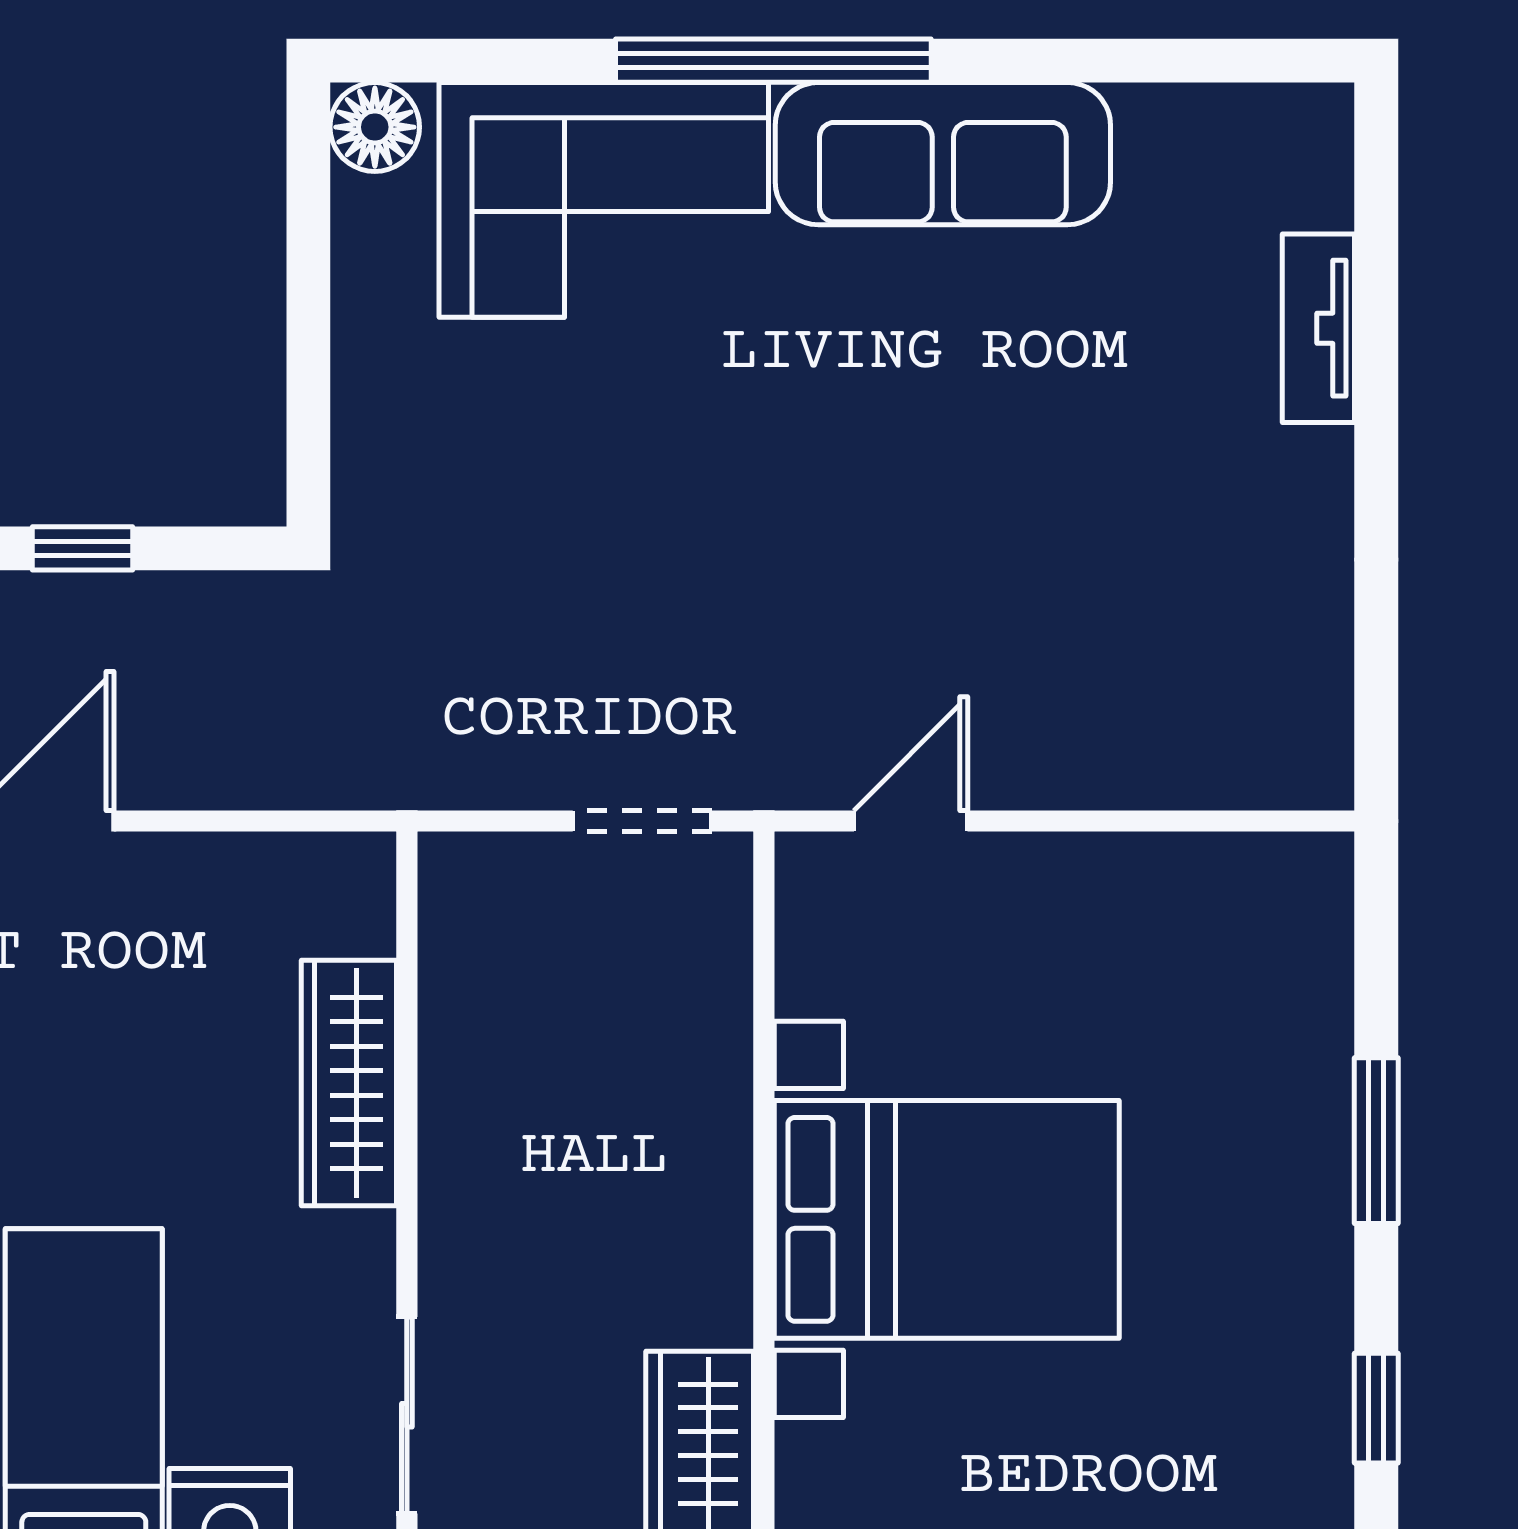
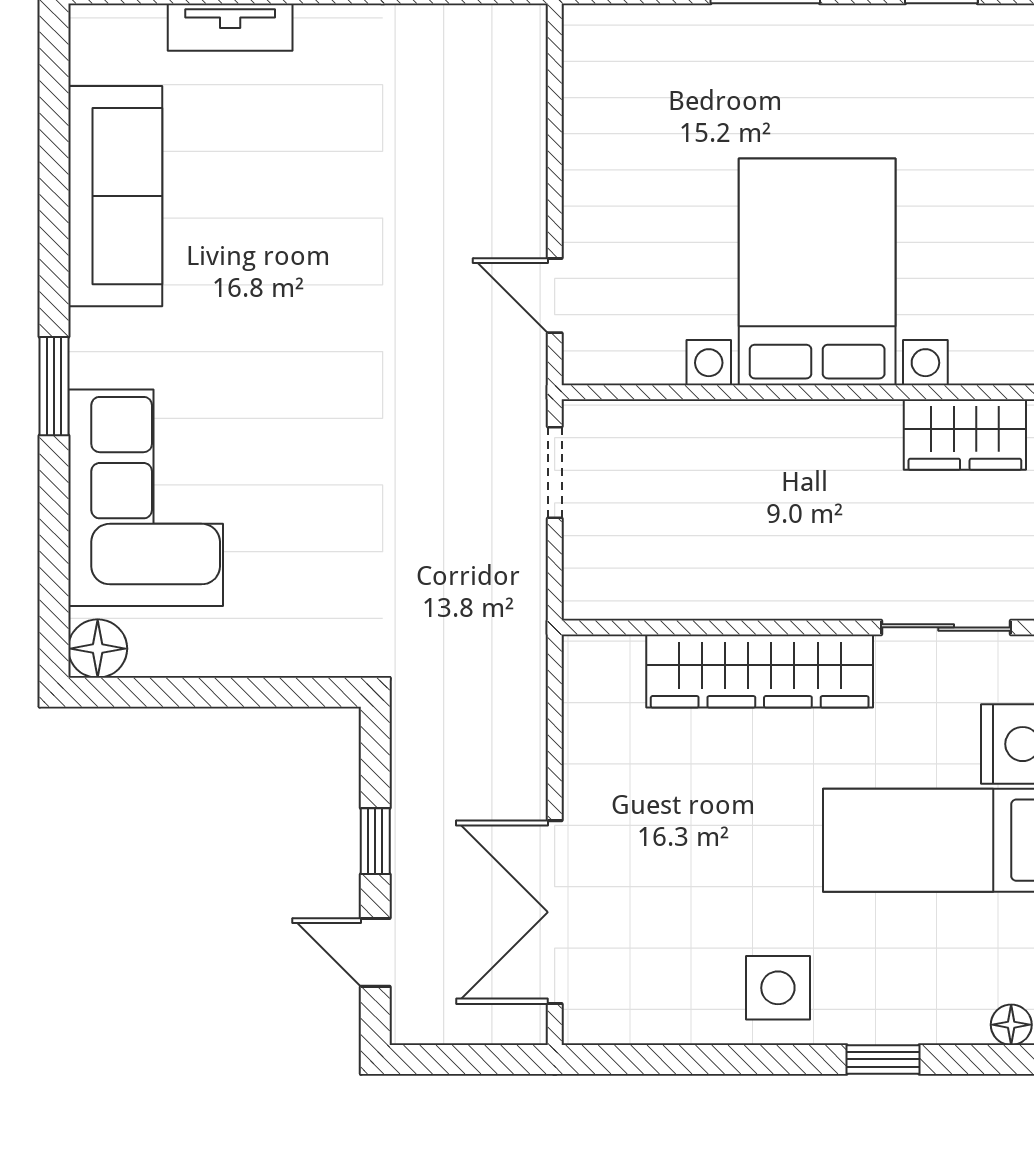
window: (773, 61) -> (54, 386), width x0.47
sofa: (943, 154) -> (115, 196), moved
wardrobe: (349, 1083) -> (760, 671), width x1.40, depth x1.17

